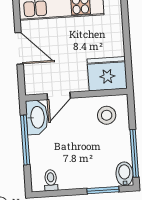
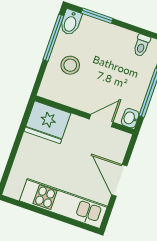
stool: (107, 115) -> (70, 65), moved
washbasin: (37, 117) -> (130, 118), width x0.52, depth x0.69

